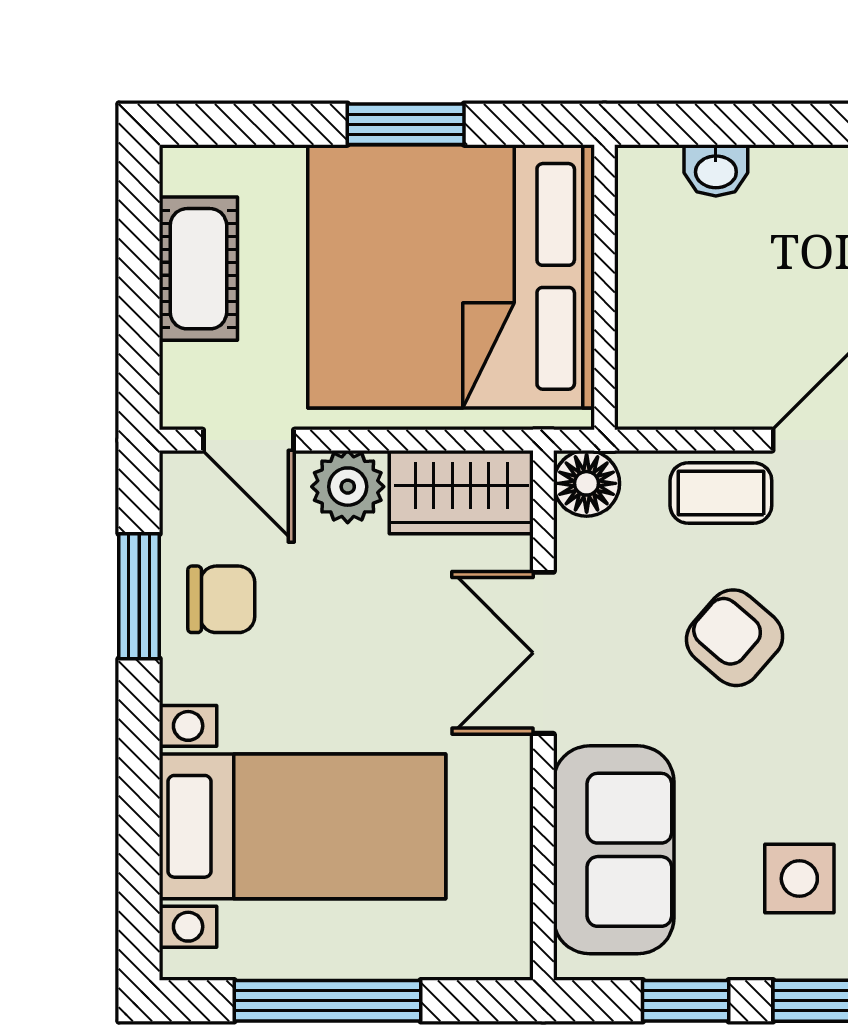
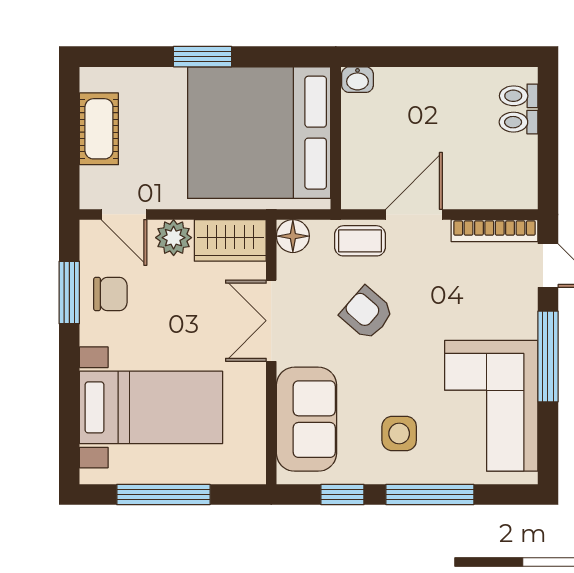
bed: (451, 276) -> (259, 133), moved
wall: (605, 287) -> (336, 138), moved

